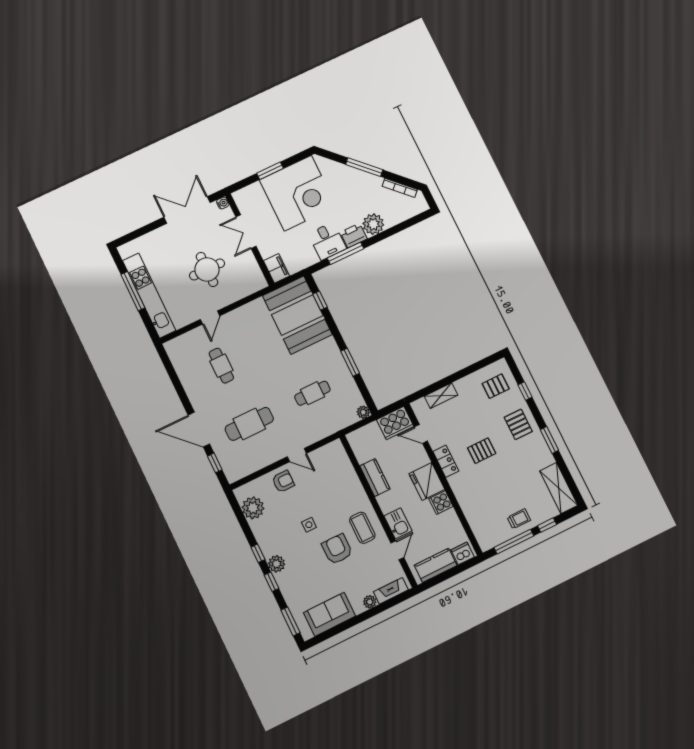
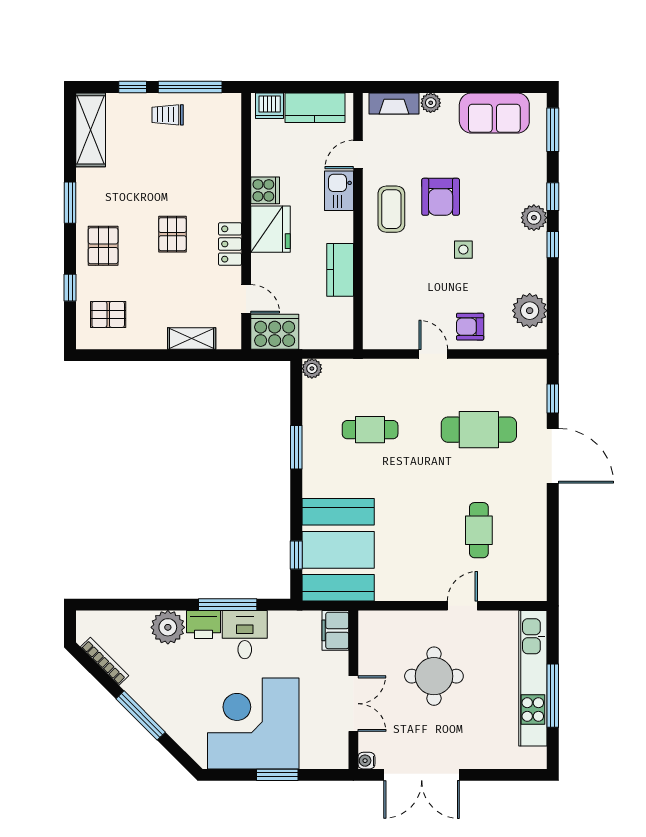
pallet: (482, 451) -> (172, 234), turned 90

